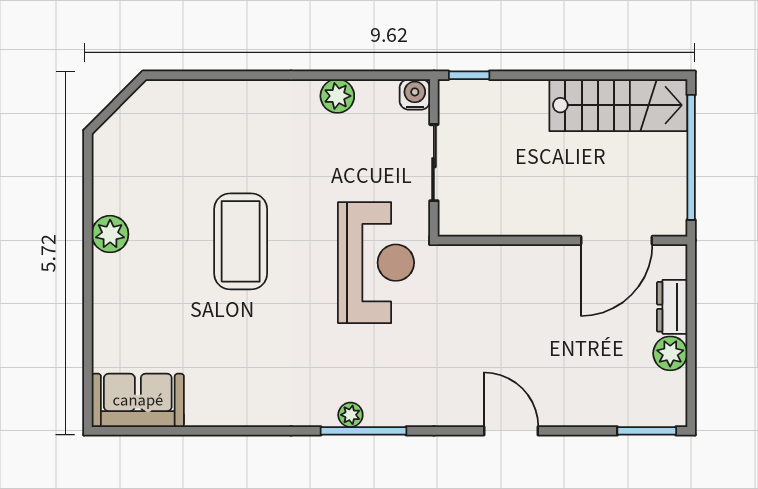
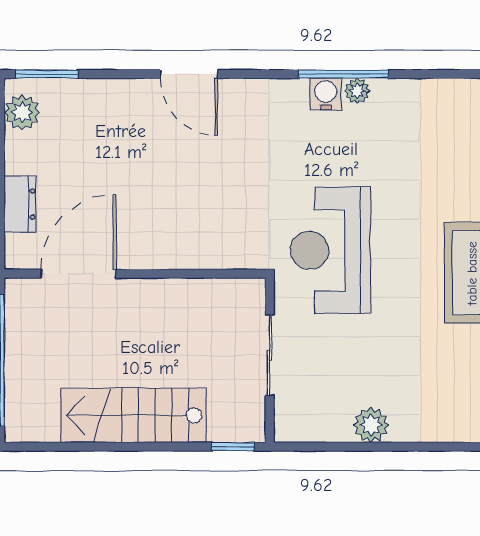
water cooler: (415, 94) -> (326, 94), moved, turned 180
stairs: (618, 105) -> (133, 415), moved
plant: (670, 353) -> (22, 112), moved

